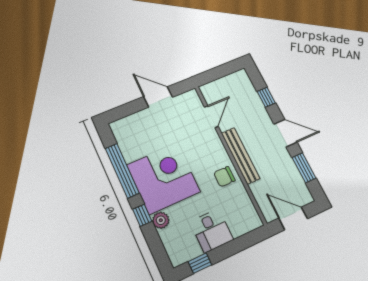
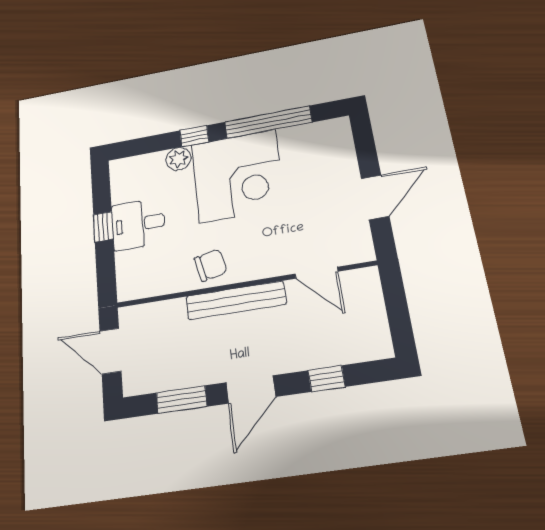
chair: (224, 177) -> (211, 265), turned 77
door: (293, 218) -> (110, 351), swing flipped
window: (200, 263) -> (103, 227), moved

